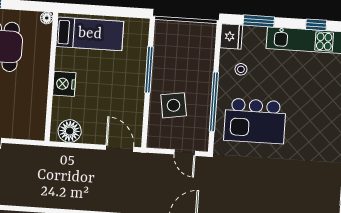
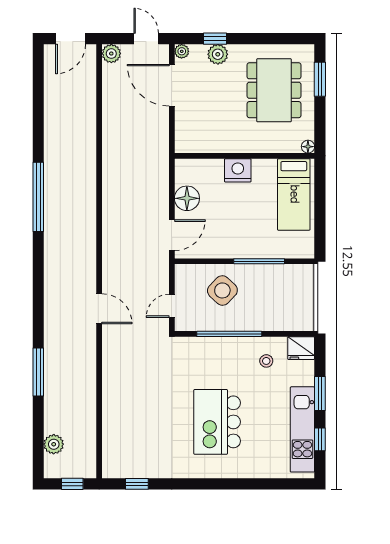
window: (259, 21) -> (320, 393), moved
side table: (174, 105) -> (222, 290), turned -38
kitchen island: (255, 121) -> (217, 422), moved
floor lamp: (70, 131) -> (187, 198), moved

